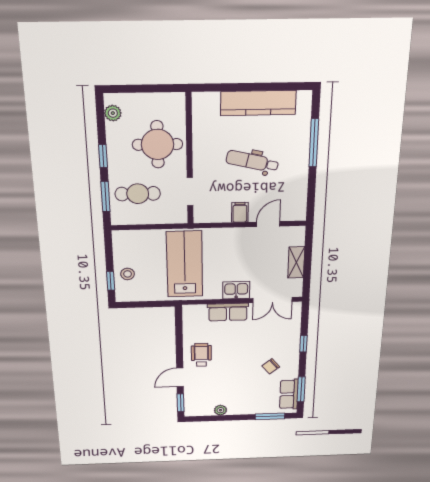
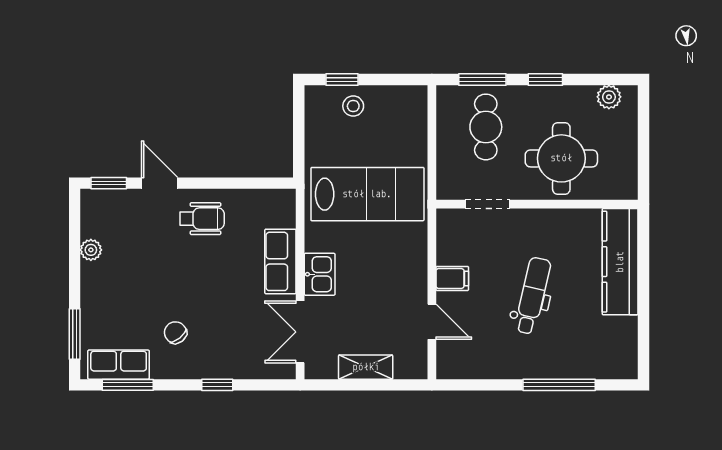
kitchen counter: (258, 103) -> (620, 262), moved

